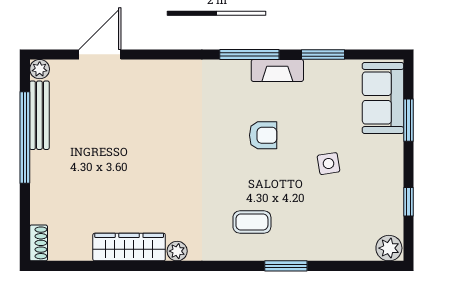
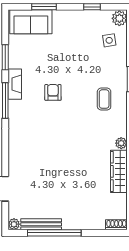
side table: (329, 164) -> (109, 40), moved

